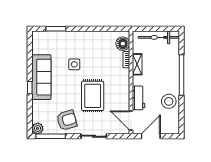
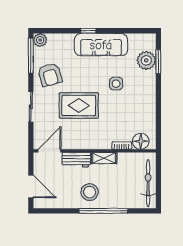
plant: (55, 39) -> (146, 60), added
shelving: (137, 64) -> (104, 158), moved
stool: (169, 101) -> (90, 192), moved
door: (151, 136) -> (31, 186), moved

